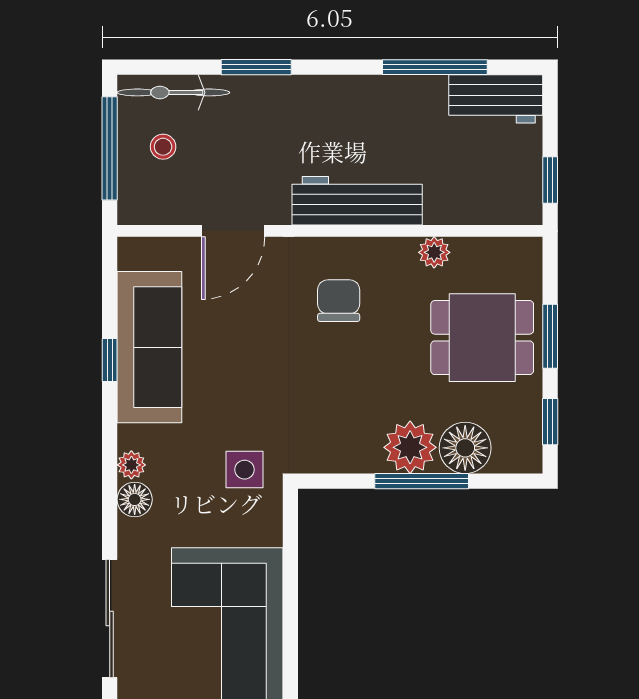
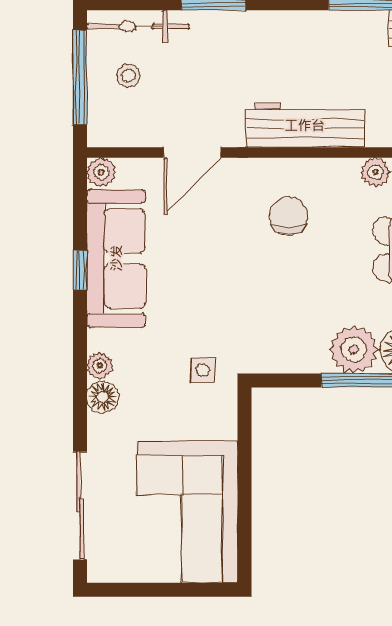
plant: (133, 252) -> (101, 172), added
side table: (245, 470) -> (203, 370), width x0.73, depth x0.73

